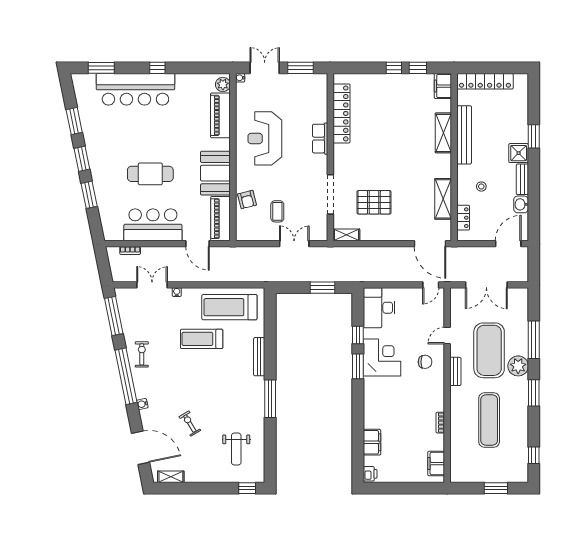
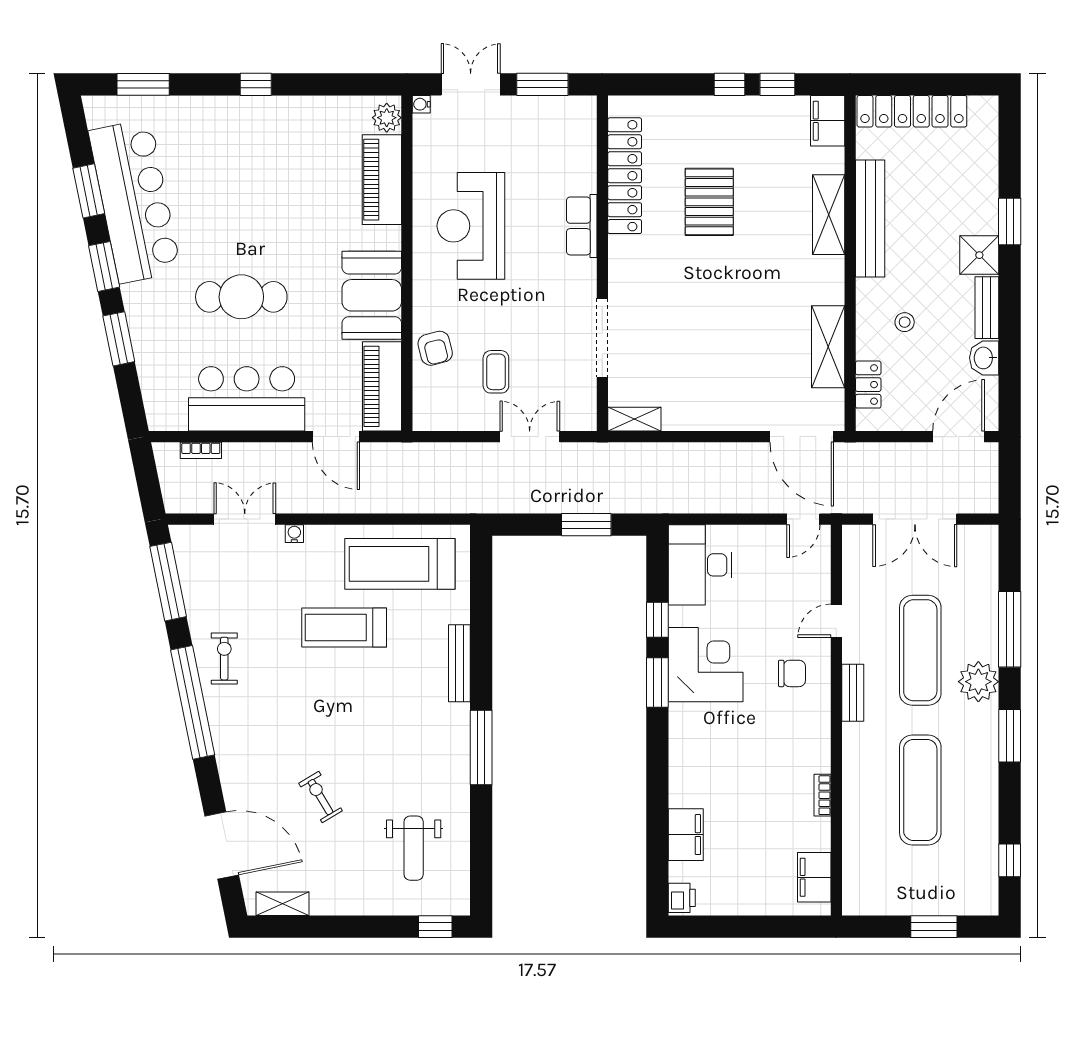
bar counter: (135, 89) -> (135, 201), moved, turned -101
pallet: (374, 202) -> (709, 202), moved, turned 90
exercise mat: (489, 350) -> (920, 650), width x0.68
water cooler: (142, 404) -> (225, 758), removed

